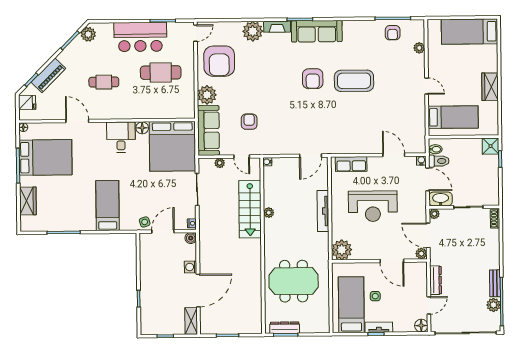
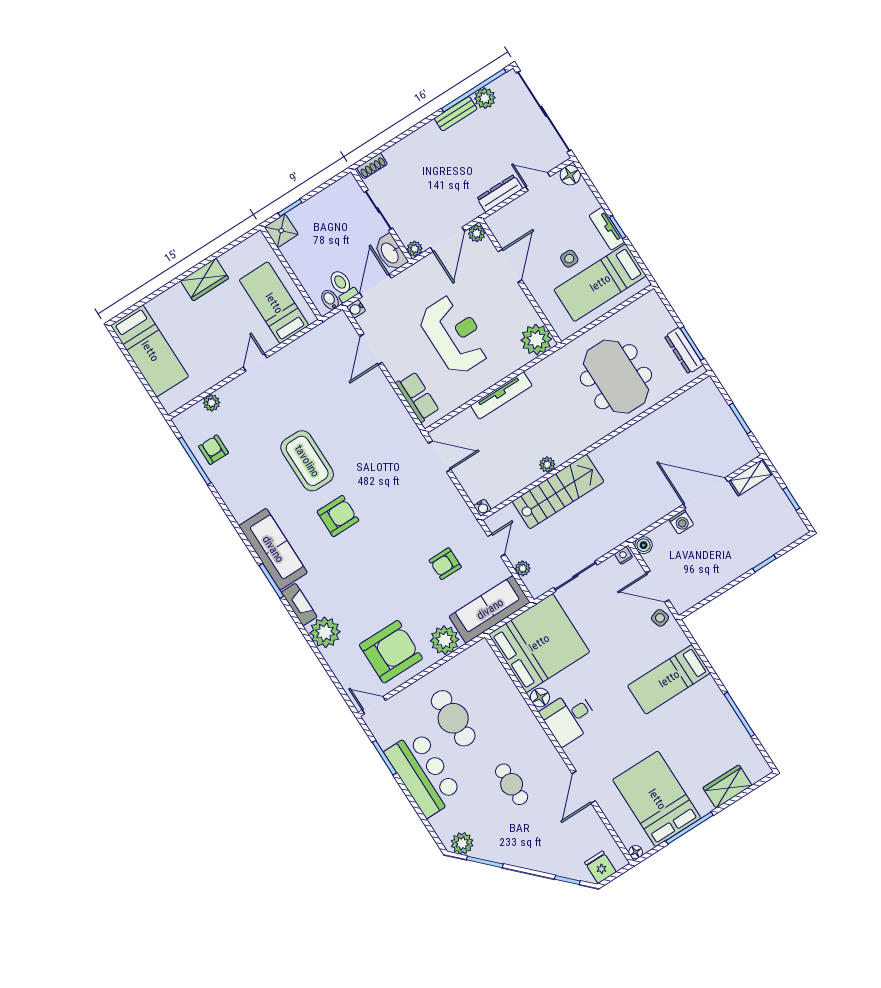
armchair: (393, 33) -> (213, 450), turned -90
piano: (48, 75) -> (548, 862), removed

